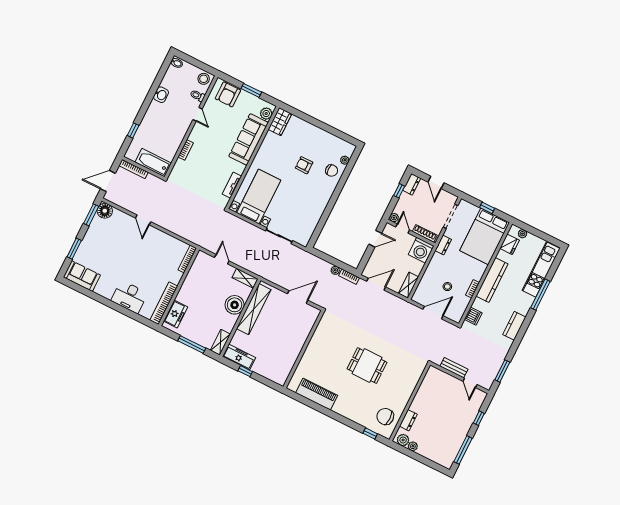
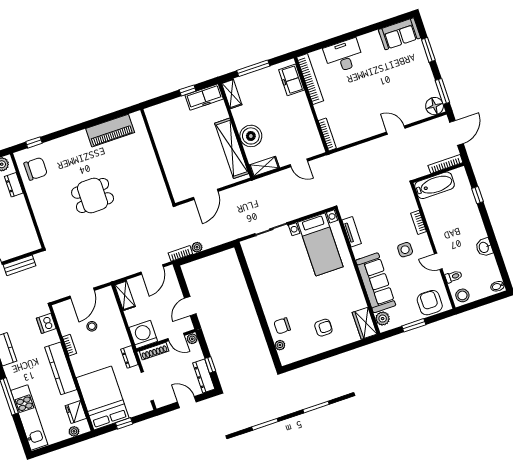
side table: (210, 142) -> (405, 250), added
armchair: (304, 165) -> (323, 328), moved
dresser: (412, 184) -> (204, 376), width x1.44

